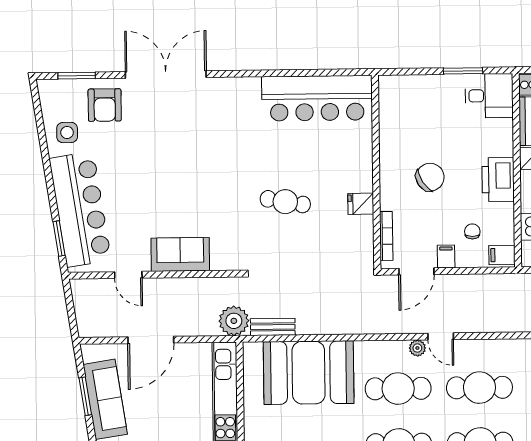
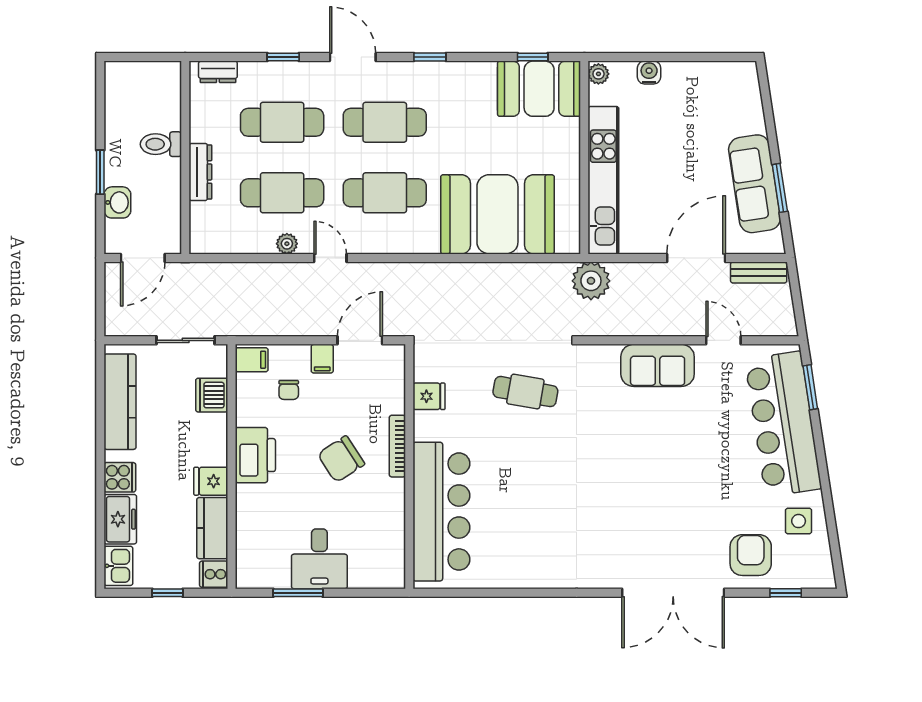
window: (77, 76) -> (786, 593), width x0.67
desk: (489, 96) -> (319, 559), moved, turned -90
bar counter: (317, 98) -> (441, 512), moved, turned 90
cafe table: (285, 202) -> (525, 392), moved
fridge: (361, 204) -> (429, 396), moved
bookcase: (386, 236) -> (397, 446), moved
bench: (273, 327) -> (759, 272), moved
plant: (417, 348) -> (287, 244), moved

